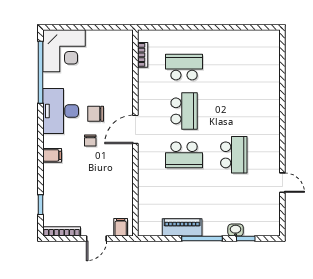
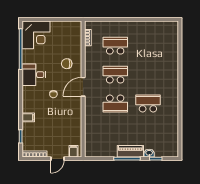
desk: (61, 111) -> (34, 75), width x0.73
school desk: (184, 111) -> (115, 75), turned -90
chair: (96, 114) -> (67, 64), moved
filing cabinet: (52, 155) -> (28, 117), moved
school desk: (234, 155) -> (148, 103), turned -90
door: (282, 183) -> (180, 122), removed
piano: (182, 227) -> (130, 151), moved

